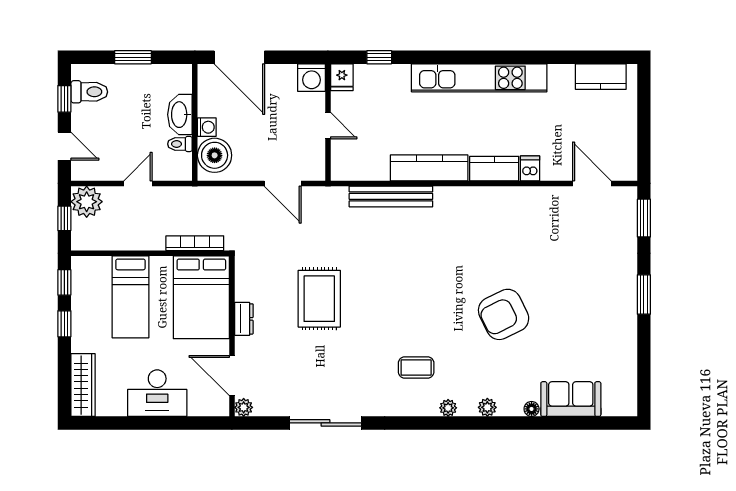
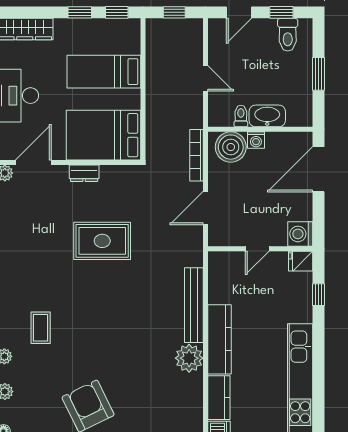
plant: (87, 202) -> (189, 358), moved
bookcase: (195, 243) -> (197, 155), moved, turned 180

